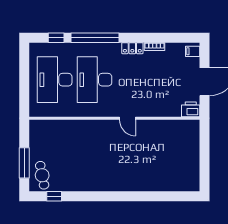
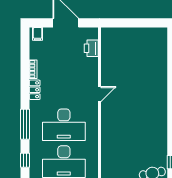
window: (95, 38) -> (25, 124), width x0.68
printer: (191, 109) -> (91, 48), moved

